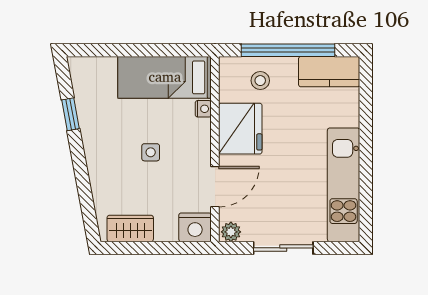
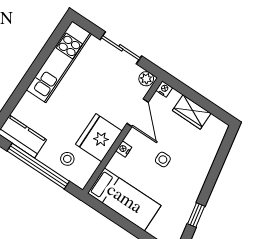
nightstand: (203, 109) -> (124, 149), moved
door: (215, 187) -> (138, 113), swing flipped
nightstand: (195, 227) -> (164, 89), width x0.53, depth x0.56
wardrobe: (130, 228) -> (192, 112), moved

